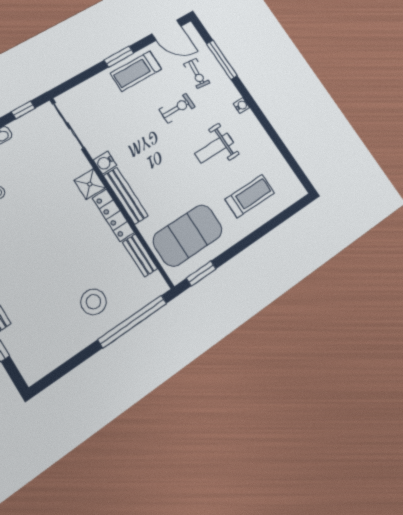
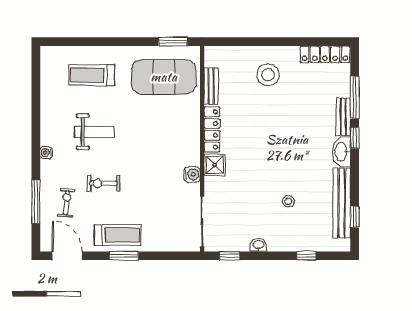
bench: (126, 196) -> (193, 138), removed
window: (132, 321) -> (248, 42), removed
locker: (50, 360) -> (325, 54), added

